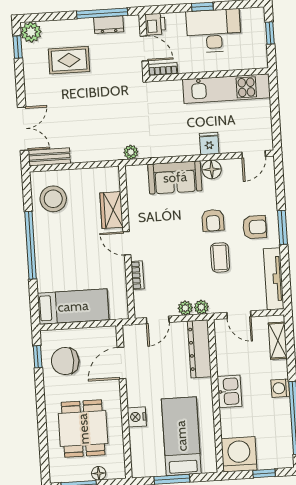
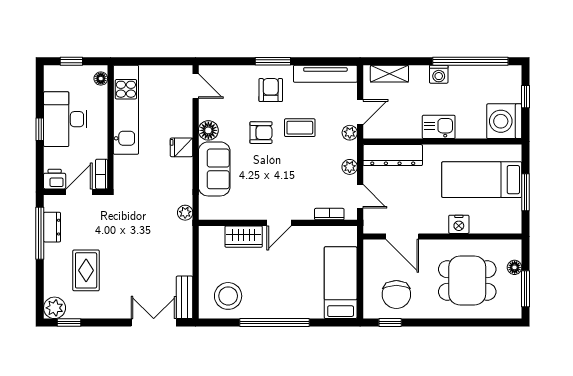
floor lamp: (255, 62) -> (101, 79), added
fridge: (209, 144) -> (181, 147), moved
bookcase: (137, 275) -> (329, 214), moved
plant: (201, 307) -> (350, 133), moved

